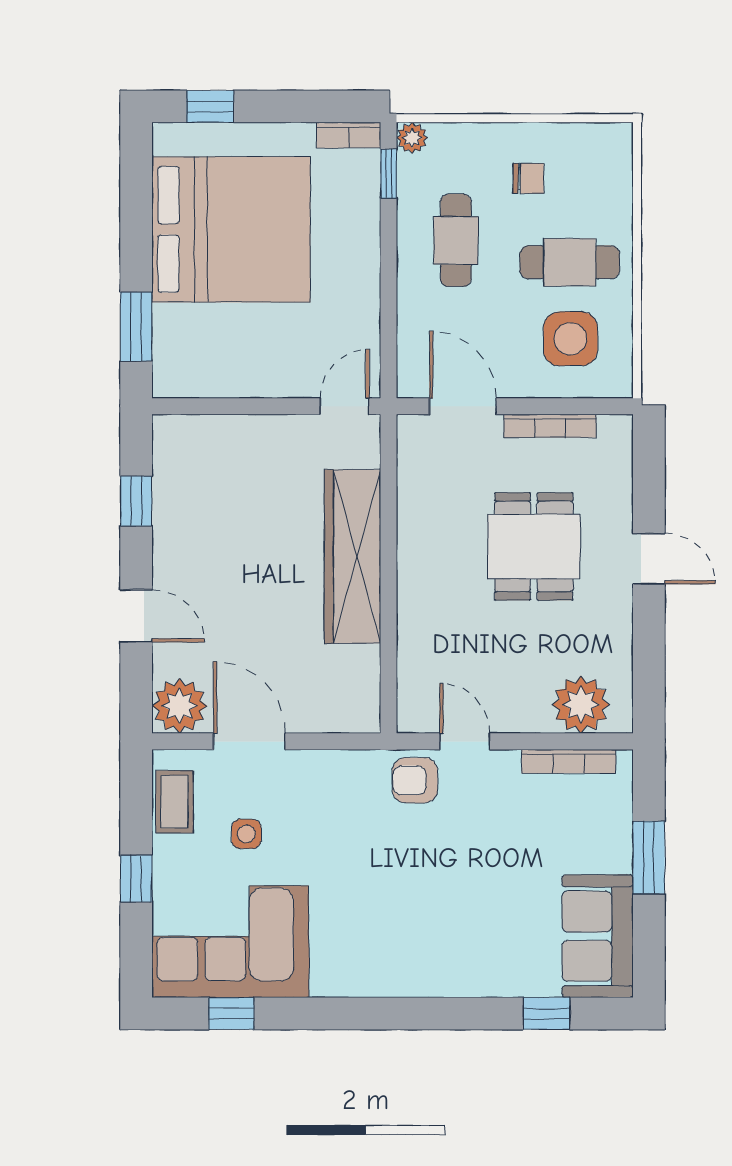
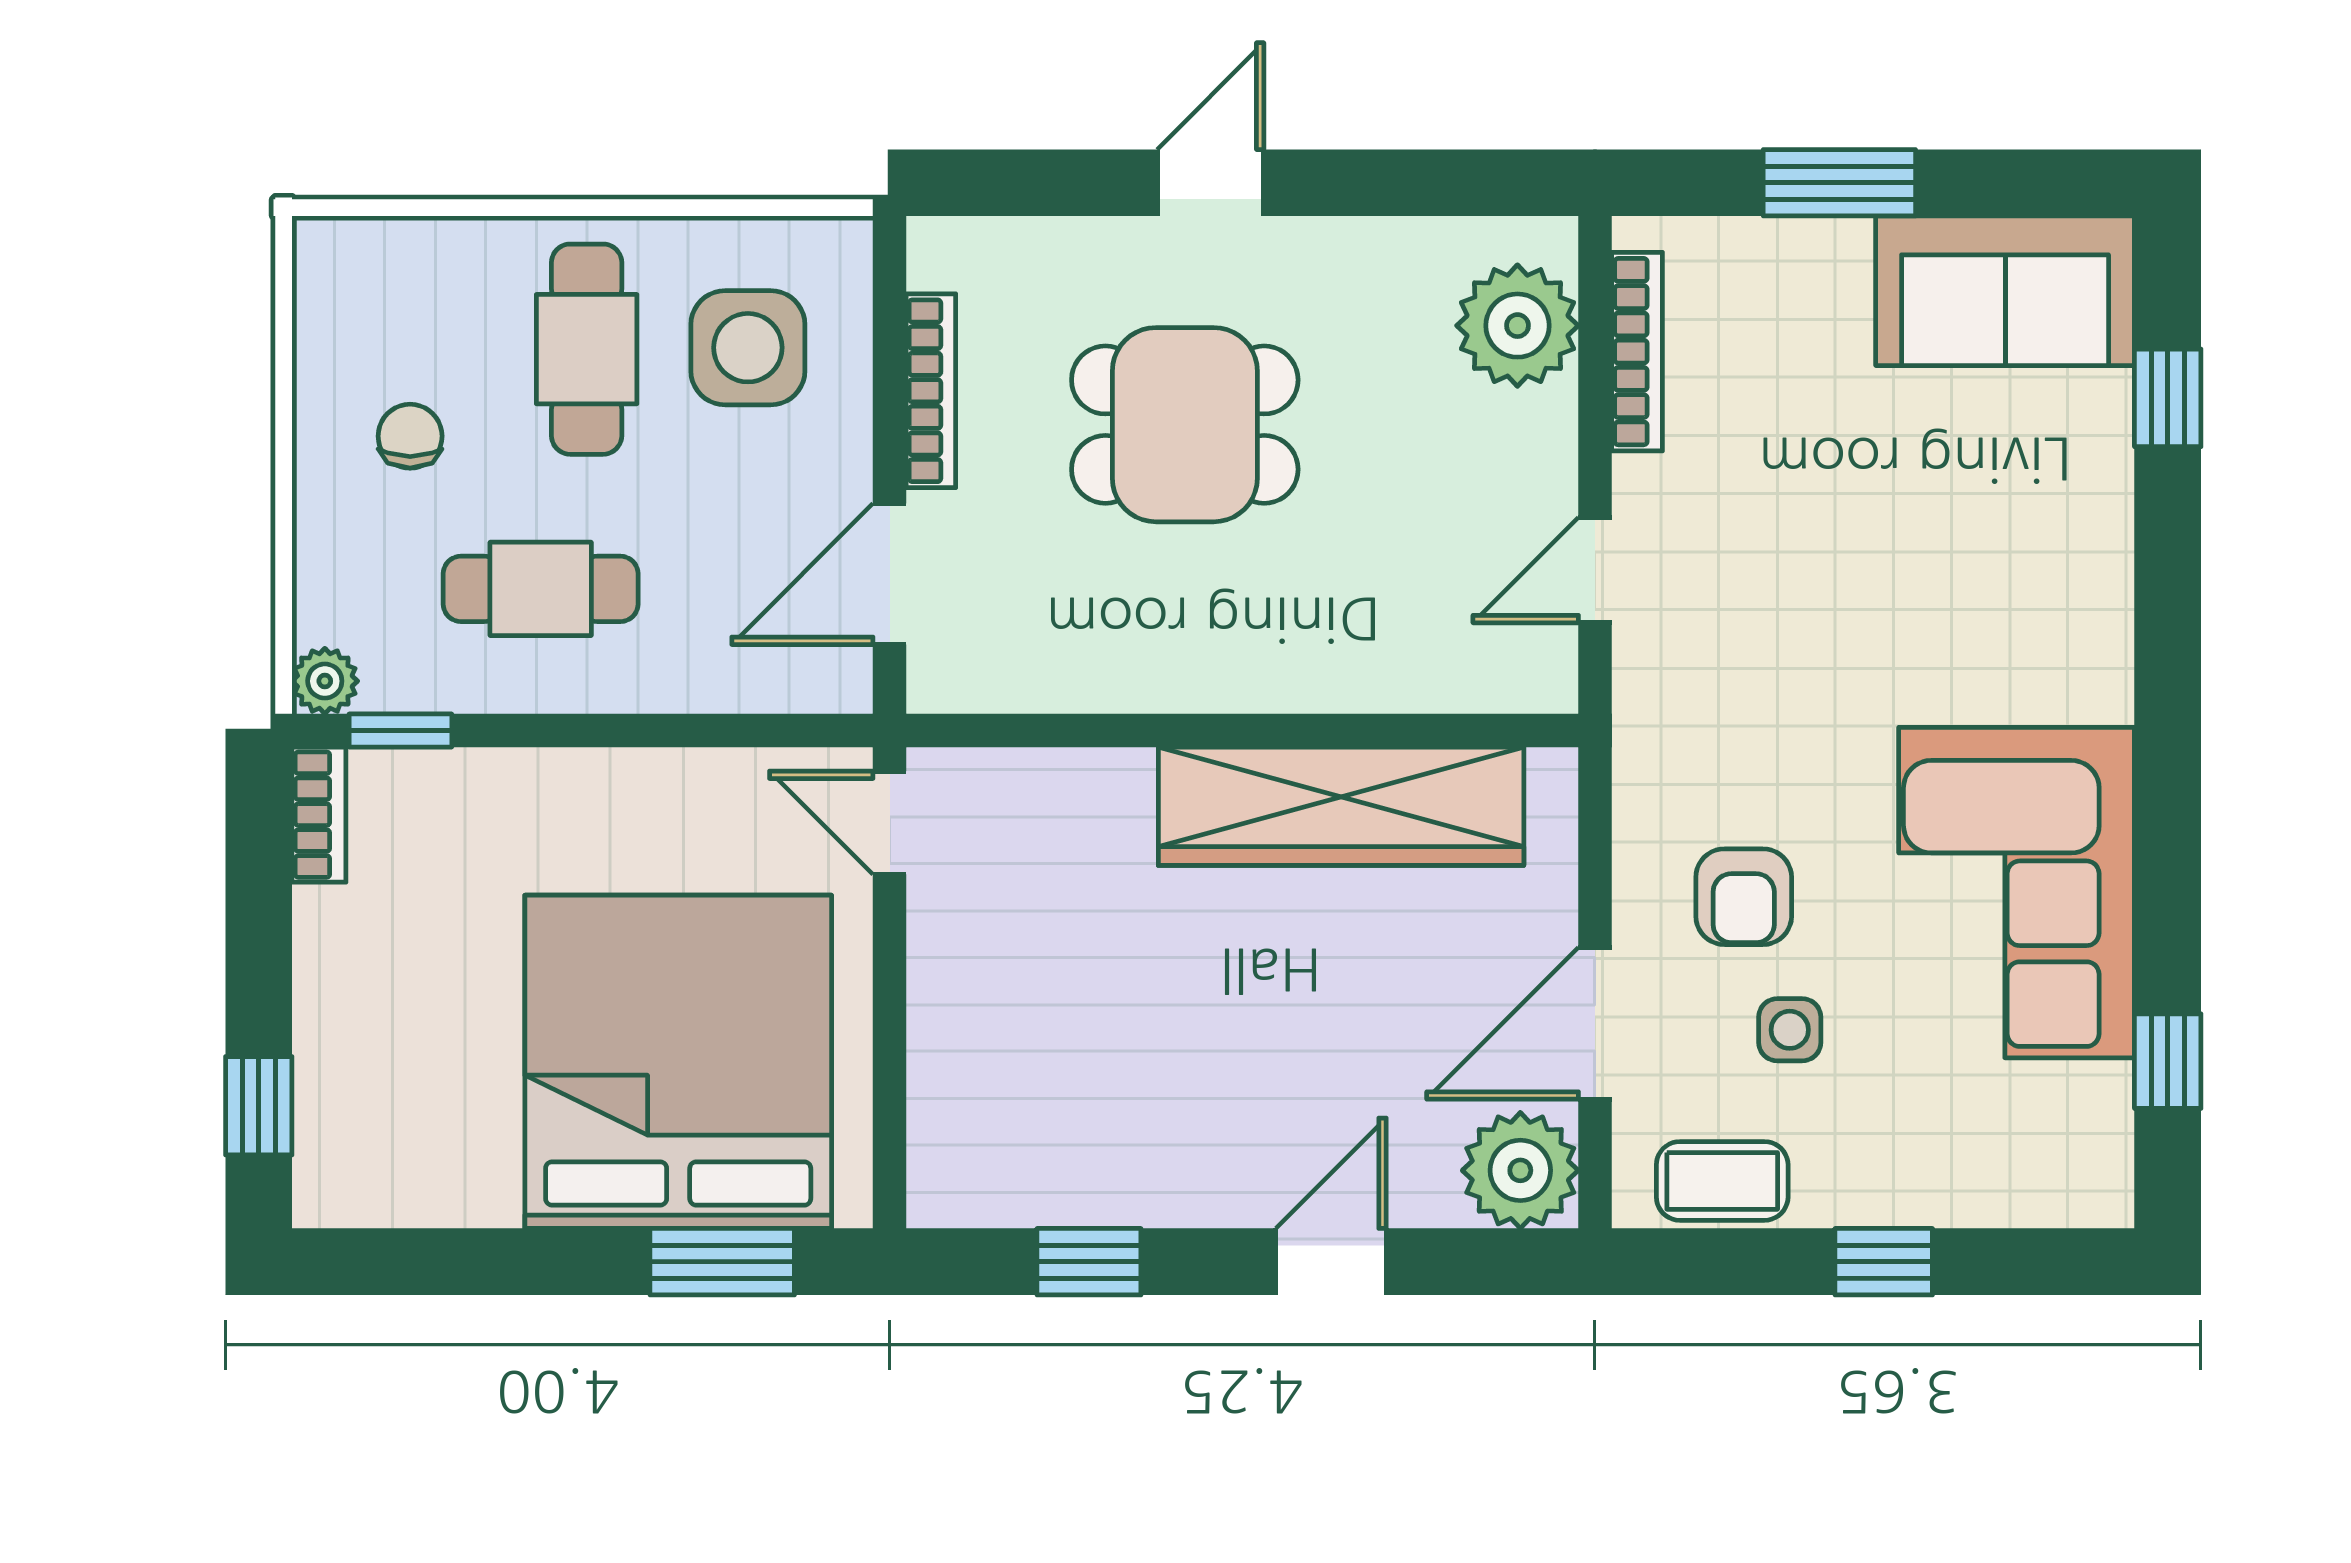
bed: (231, 229) -> (678, 1062), moved
wardrobe: (353, 557) -> (1341, 806), moved
armchair: (415, 780) -> (1744, 897), moved
corner sofa: (230, 942) -> (2017, 893), moved

